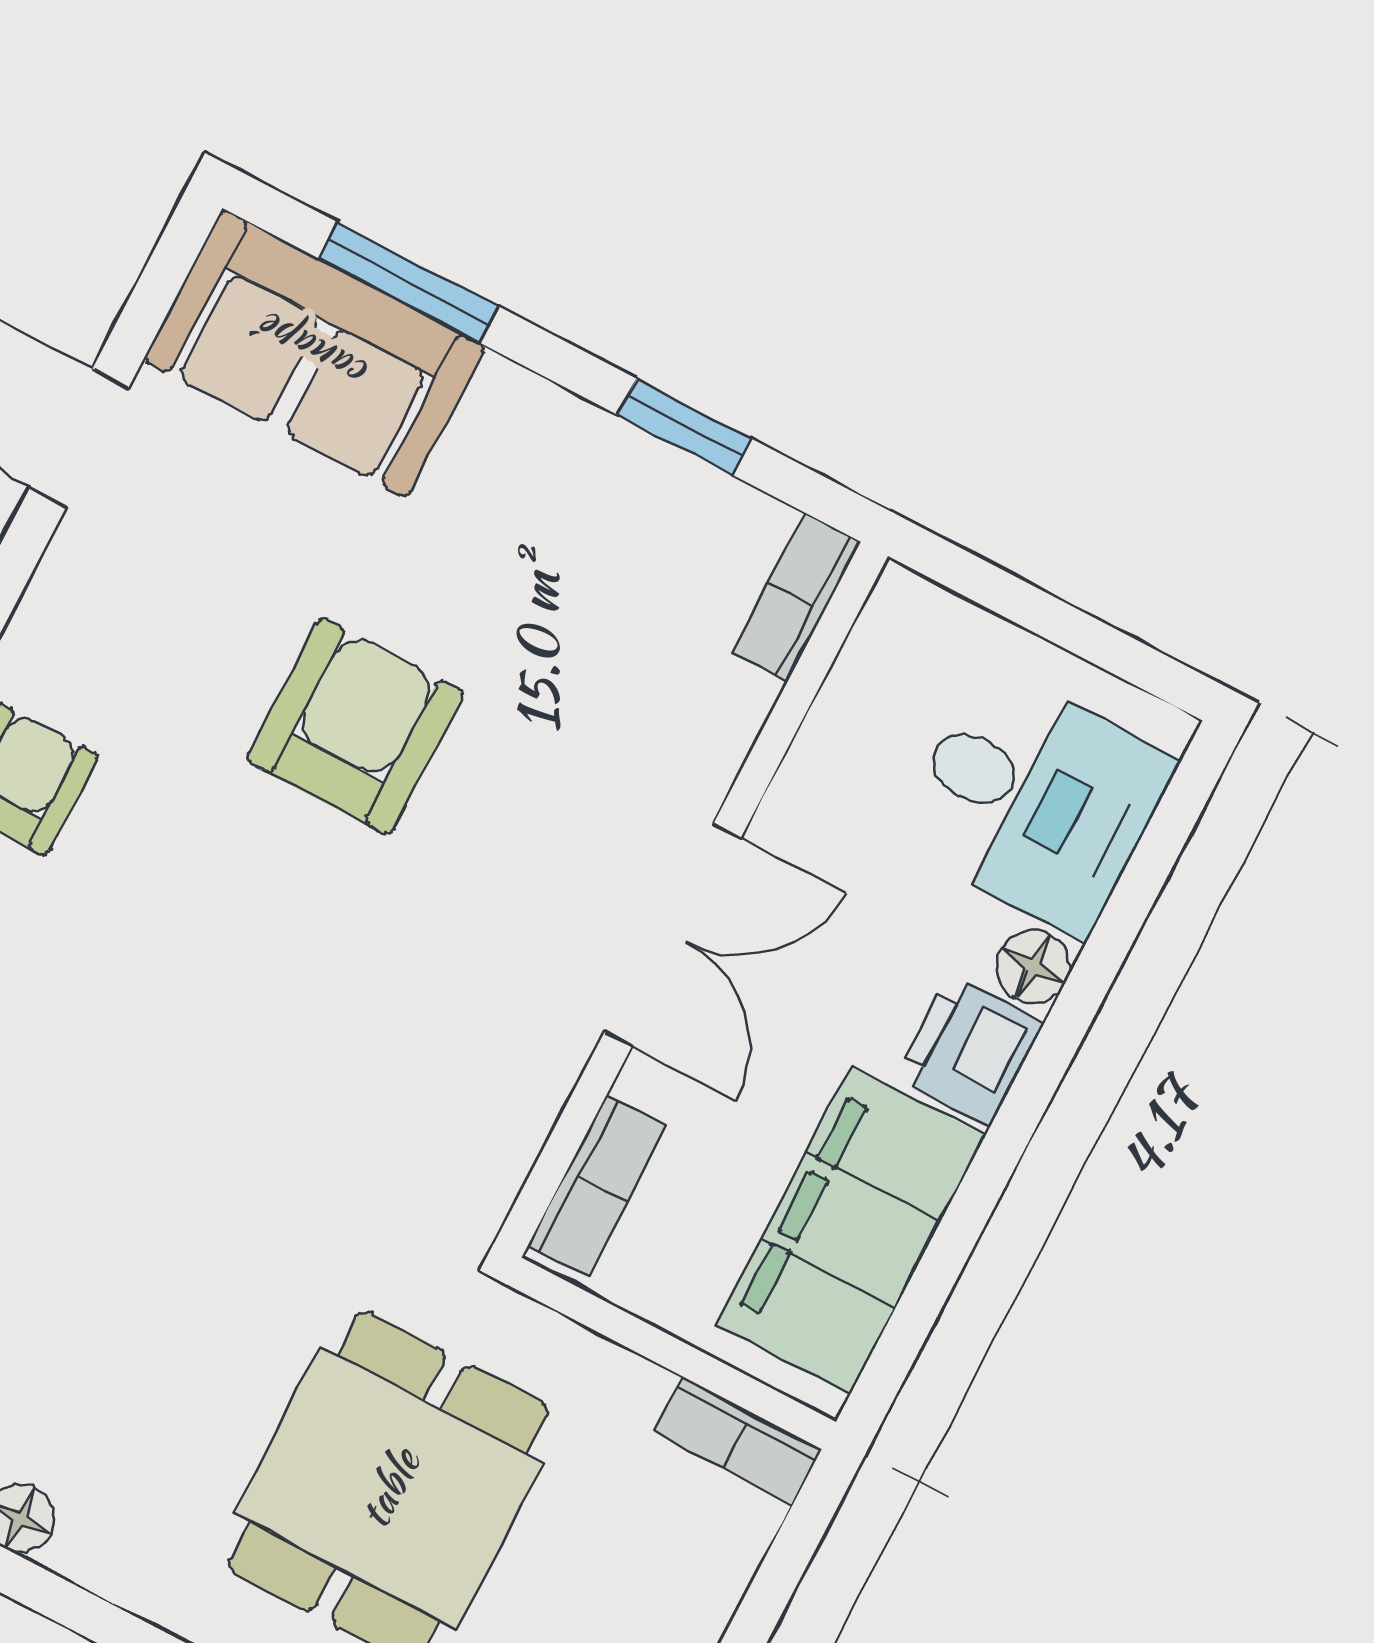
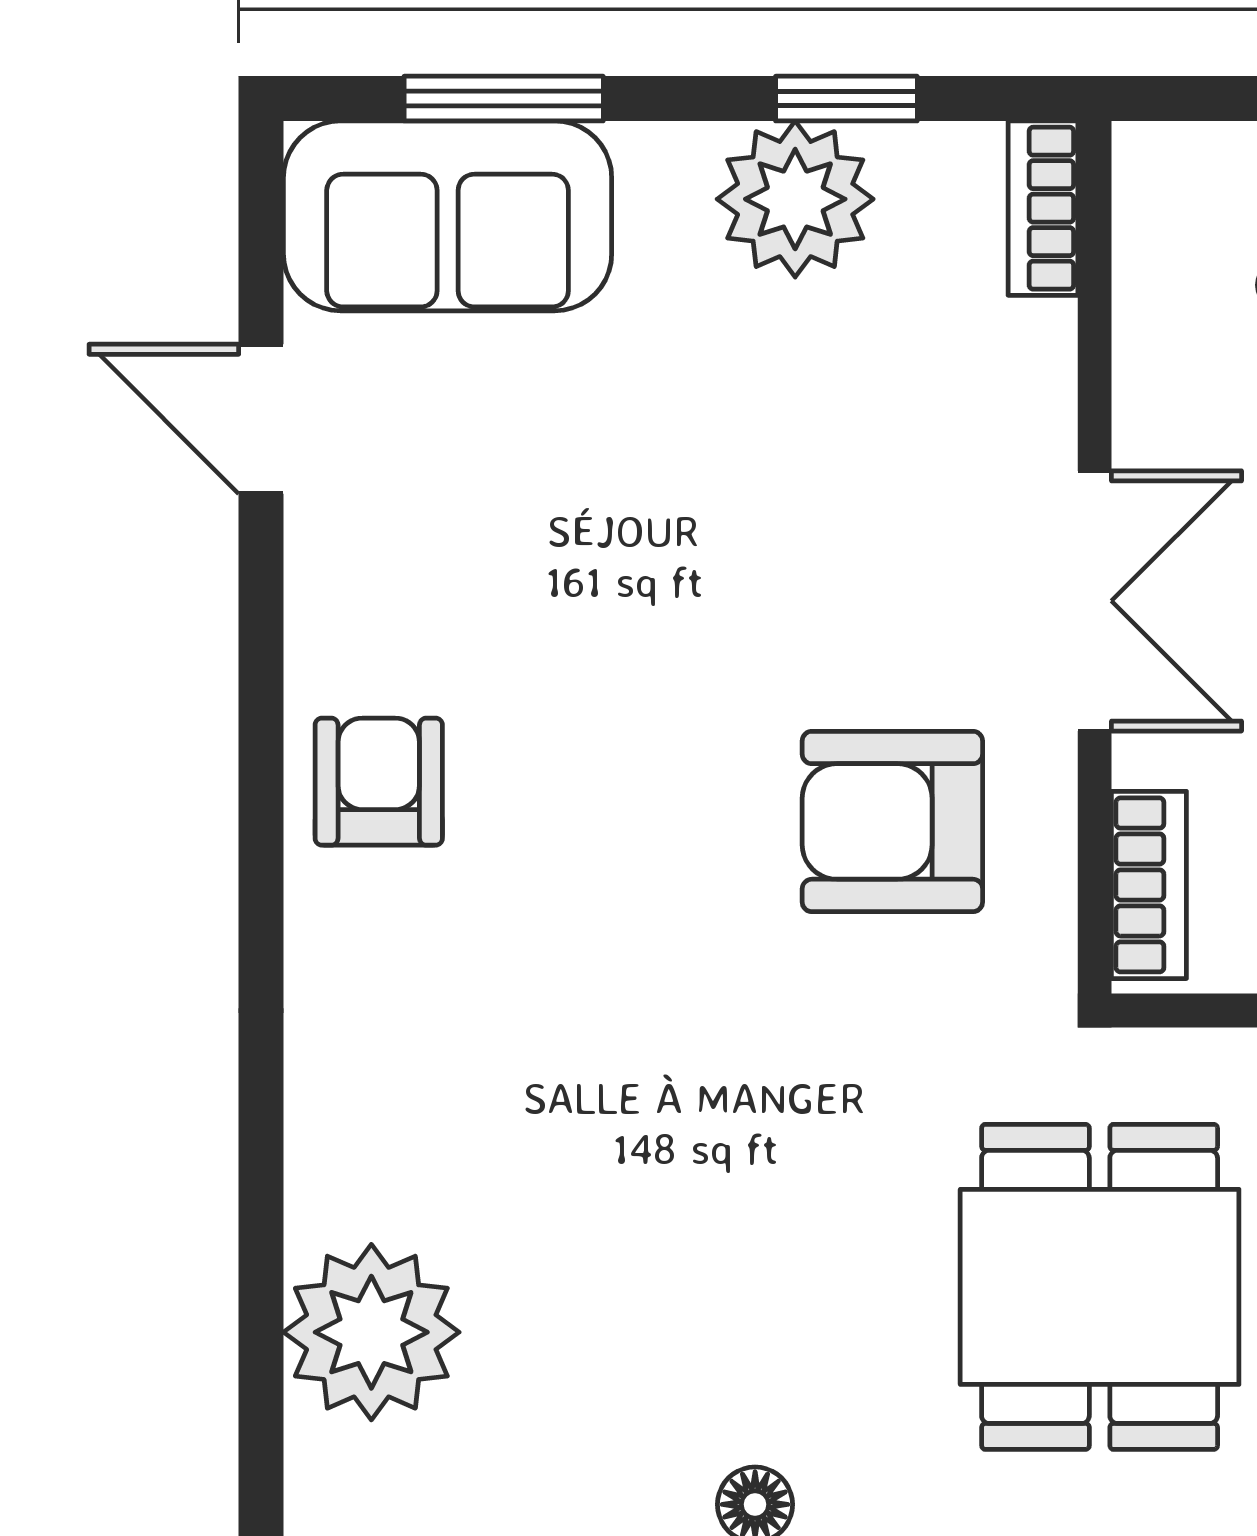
plant: (601, 486) -> (795, 199), added
armchair: (355, 726) -> (892, 821), moved, turned -90

